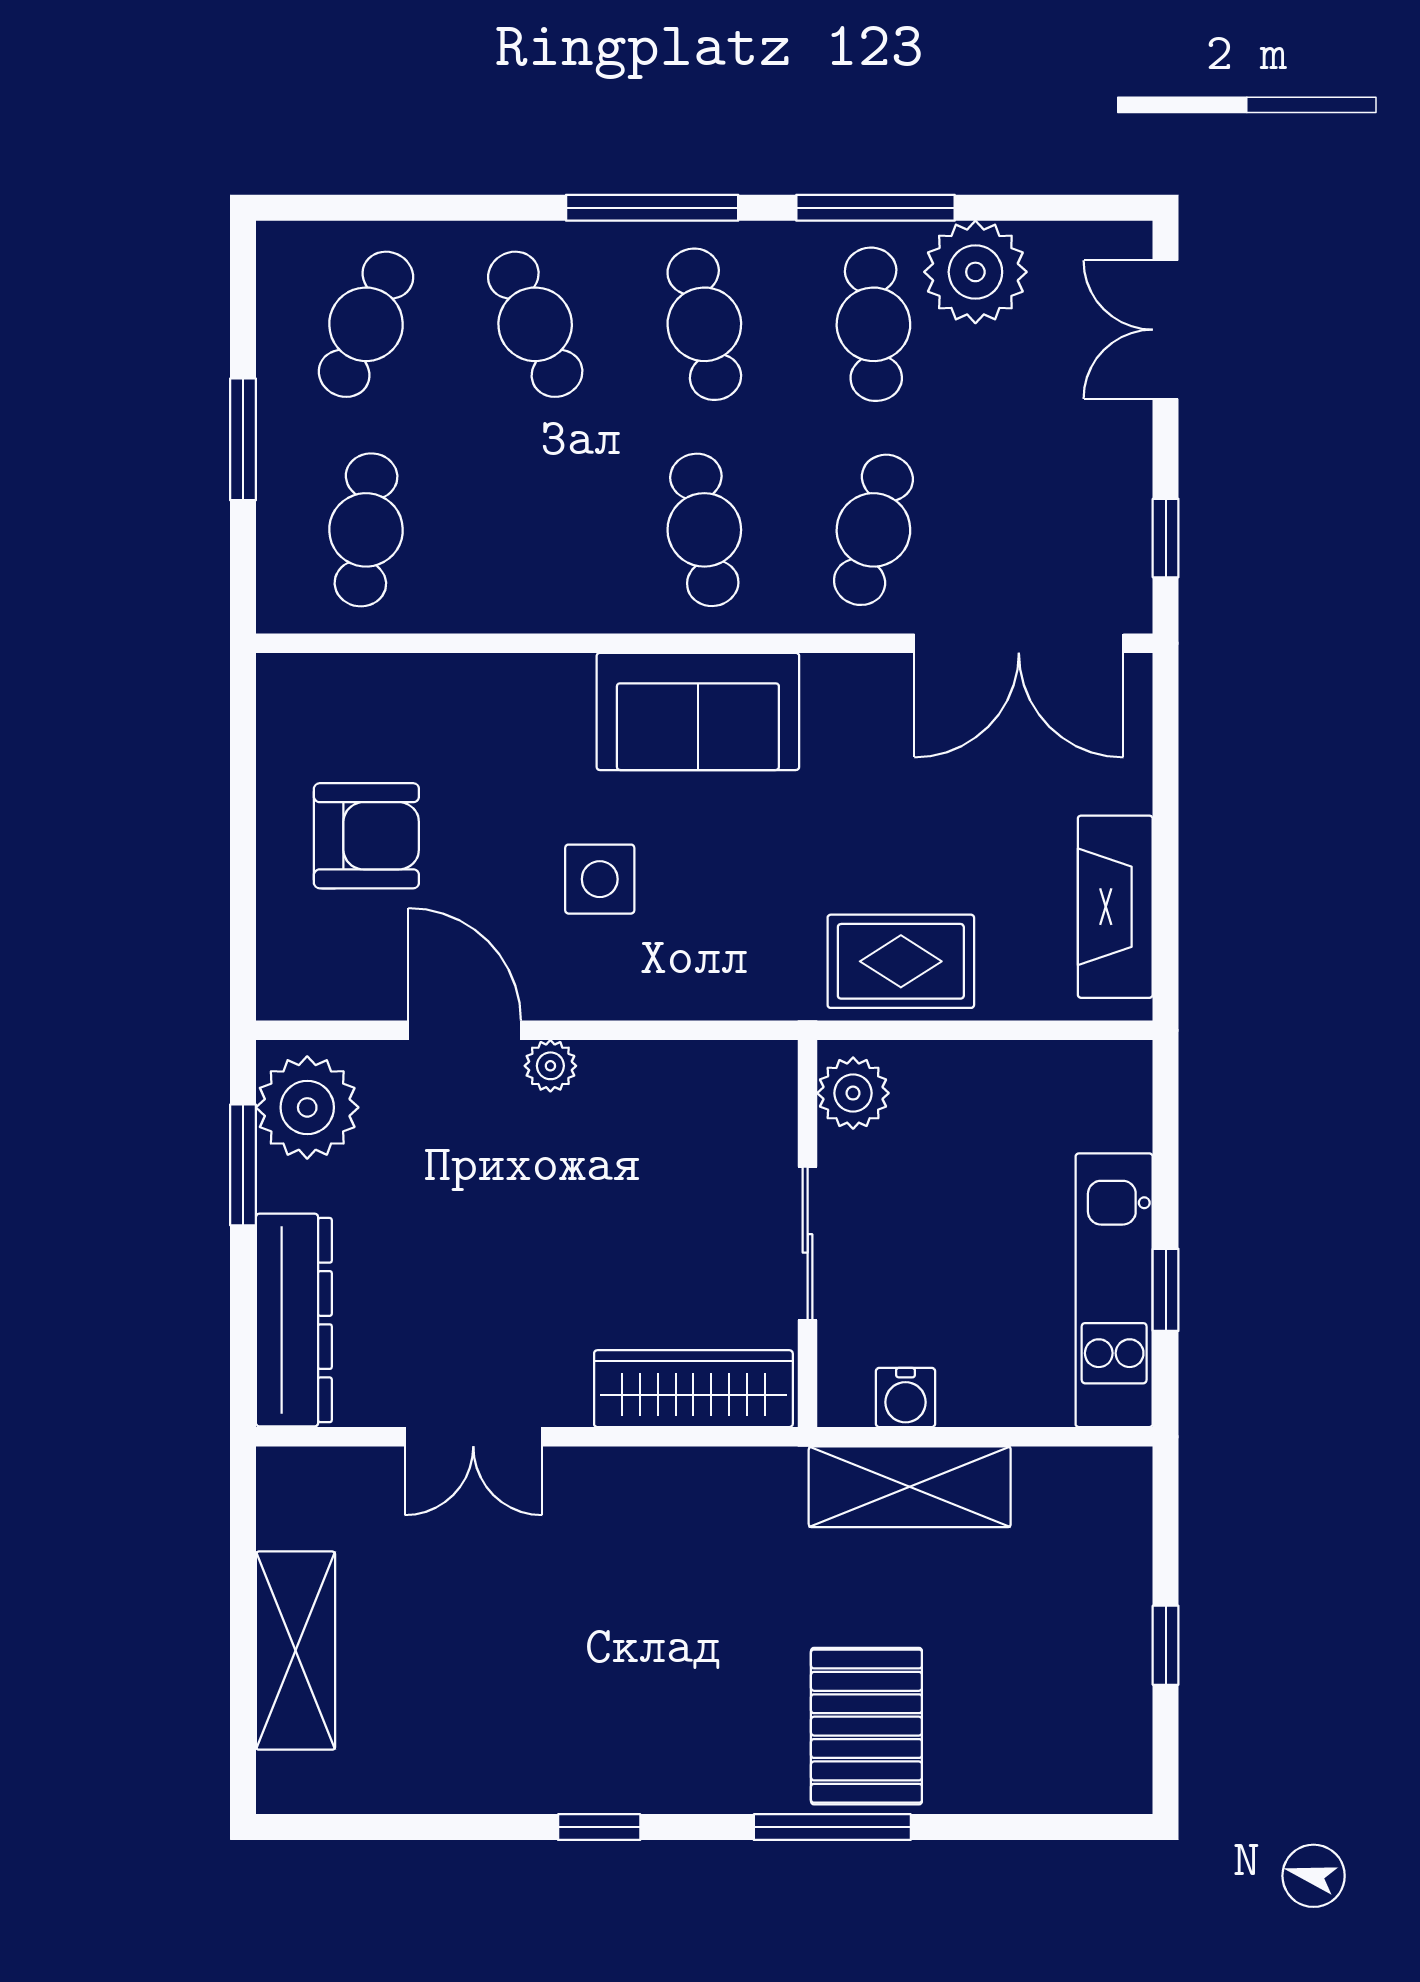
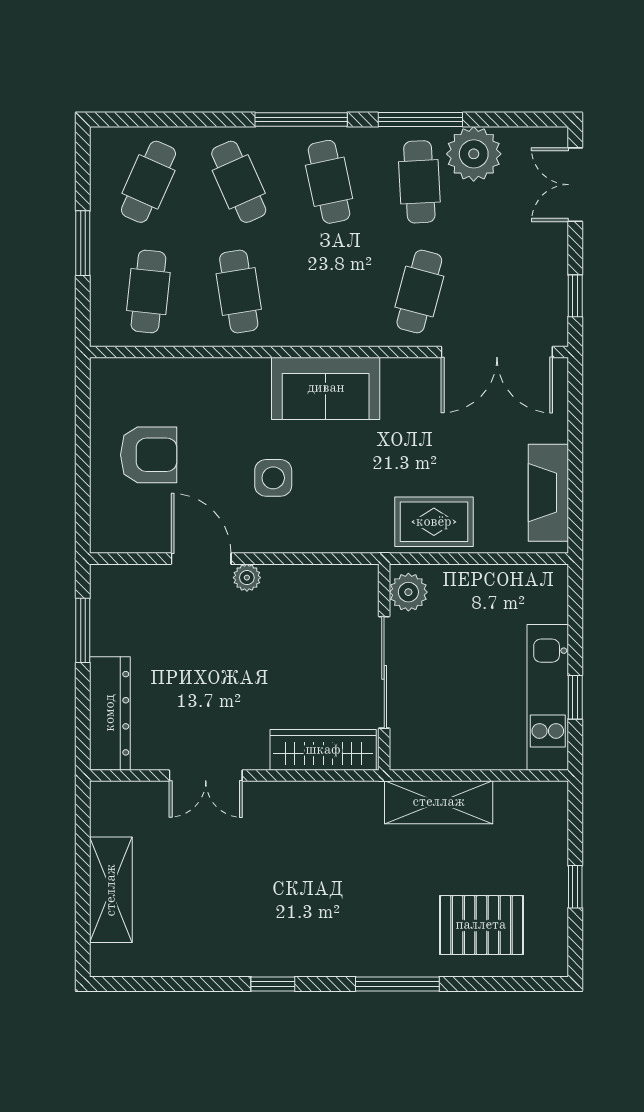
cafe table: (704, 530) -> (239, 292), moved
plant: (307, 1107) -> (117, 600), removed
sliding door: (808, 1243) -> (384, 672), width x1.37
water cooler: (906, 1397) -> (436, 755), removed
pallet: (866, 1726) -> (481, 925), moved, turned 90

